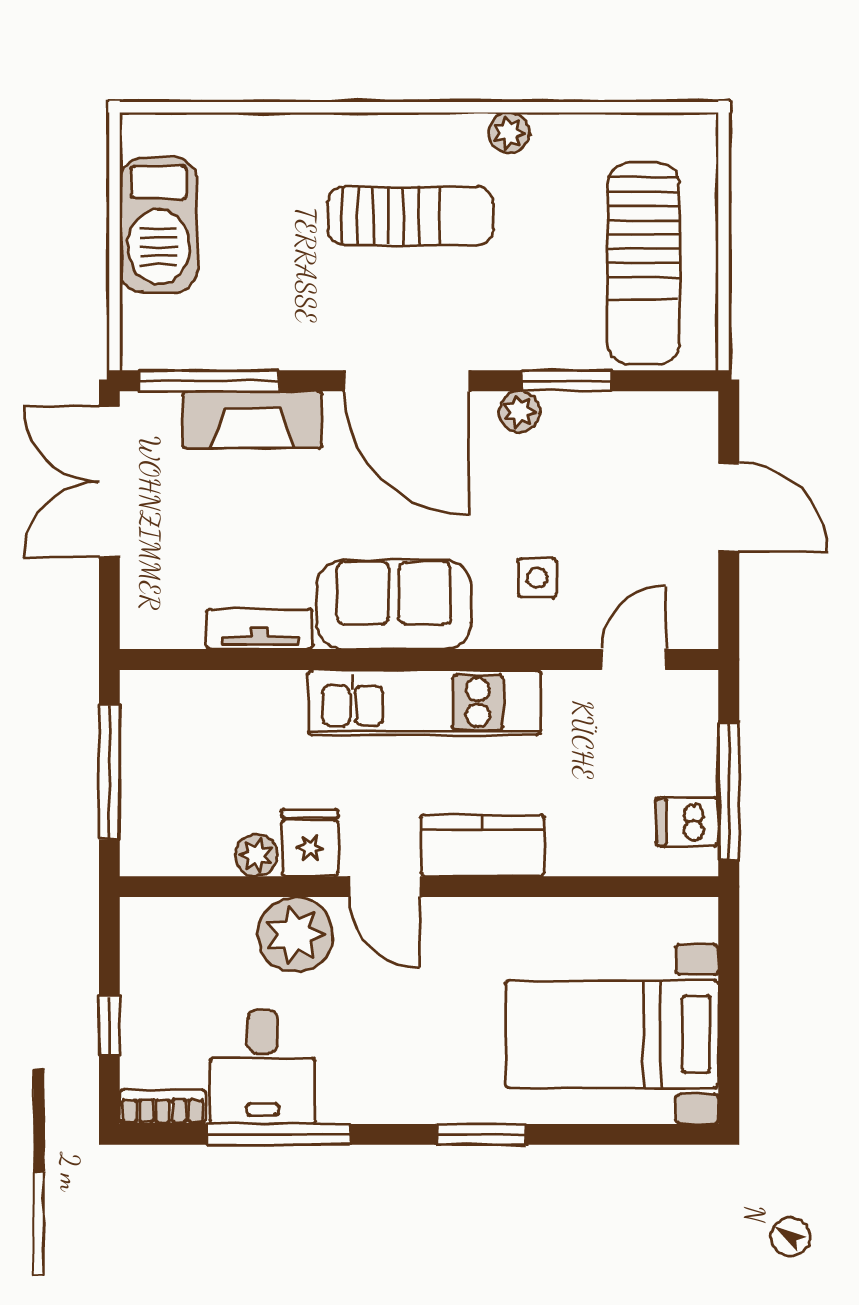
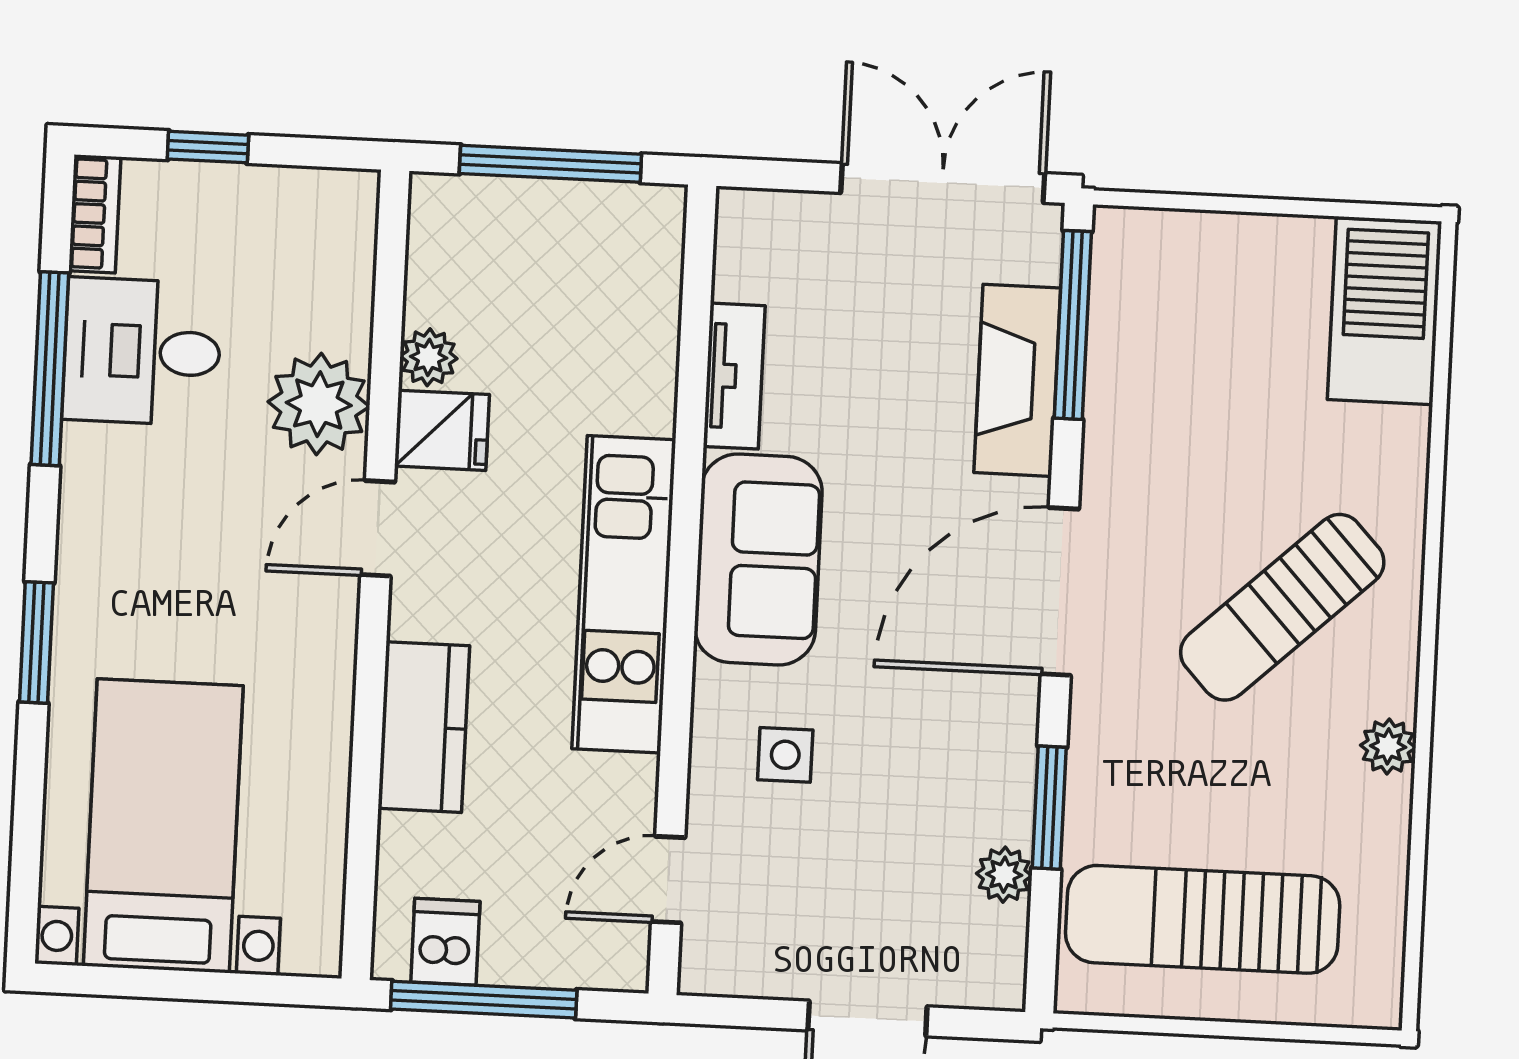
sun lounger: (410, 216) -> (1282, 607), turned 47
barbecue: (159, 225) -> (1384, 311), moved, turned 90
plant: (519, 412) -> (1004, 875), moved
door: (634, 659) -> (668, 880), swing flipped
kitchen counter: (482, 845) -> (424, 727), moved

